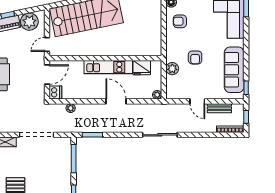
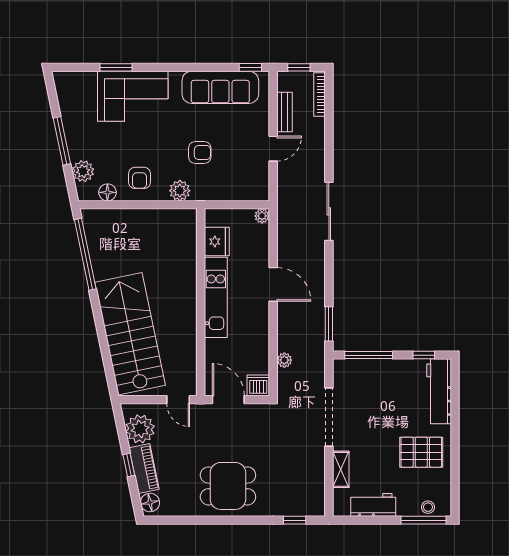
plant: (172, 69) -> (180, 191), moved
door: (116, 101) -> (273, 284), swing flipped

